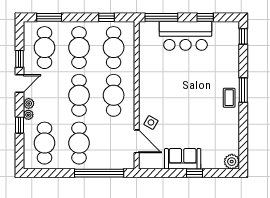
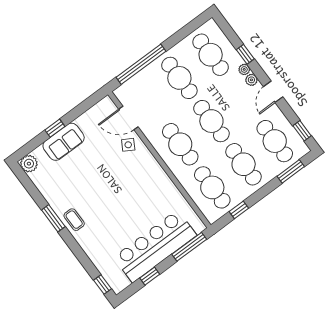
bar counter: (185, 36) -> (155, 246), width x1.36
window: (20, 59) -> (302, 131), moved
window: (243, 90) -> (53, 218), moved
sofa: (183, 159) -> (64, 142), moved

